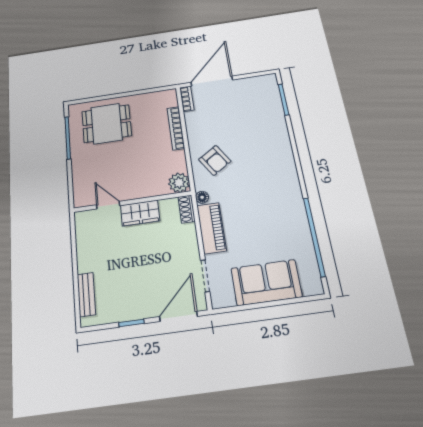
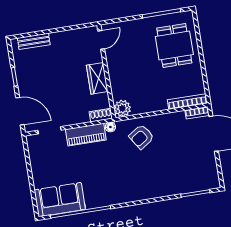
bookcase: (176, 128) -> (187, 102), moved
door: (108, 205) -> (101, 40), moved
sofa: (266, 283) -> (60, 200), moved, turned -90

